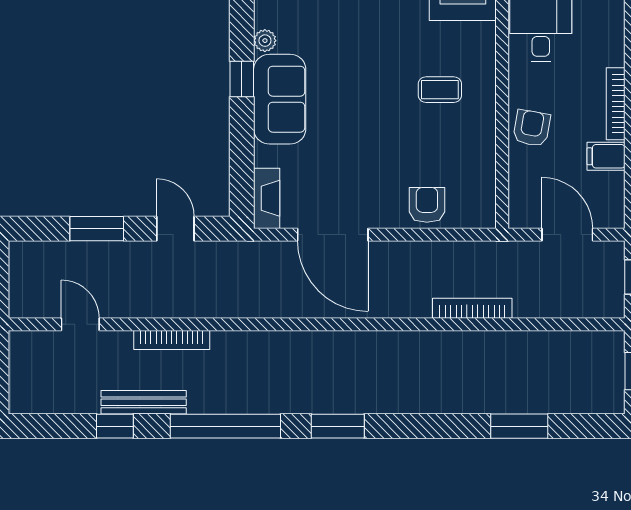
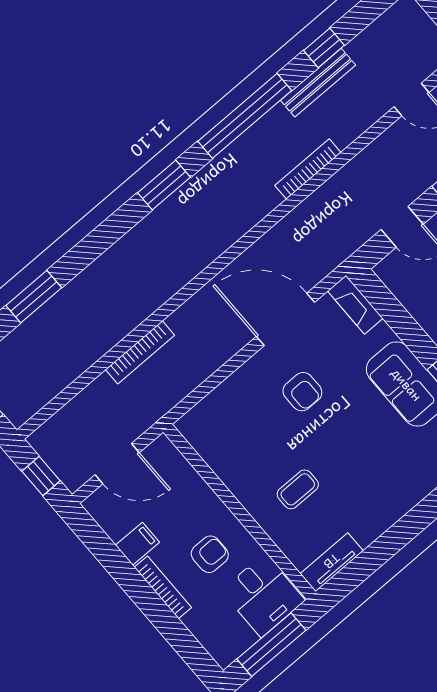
armchair: (532, 128) -> (210, 554), moved, turned -100
armchair: (427, 205) -> (302, 392), moved
bookcase: (172, 340) -> (308, 169), moved

